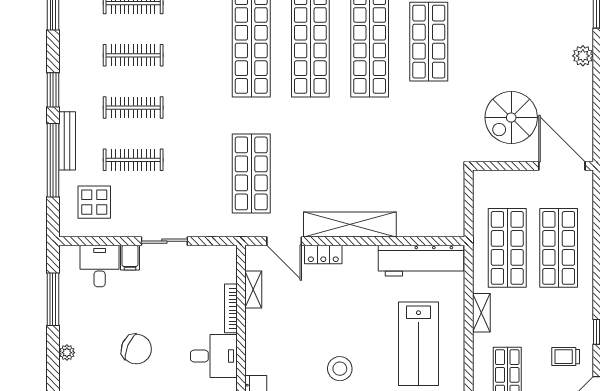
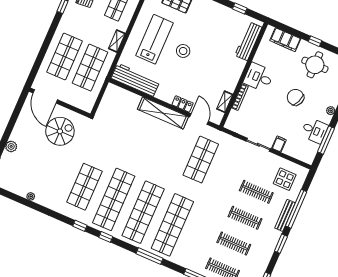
desk: (100, 266) -> (314, 130), moved, turned -90
stool: (340, 369) -> (183, 51), moved

